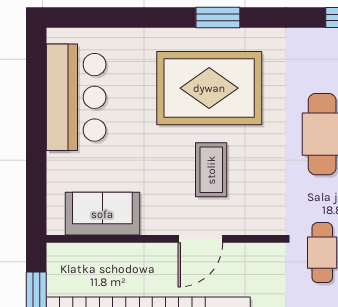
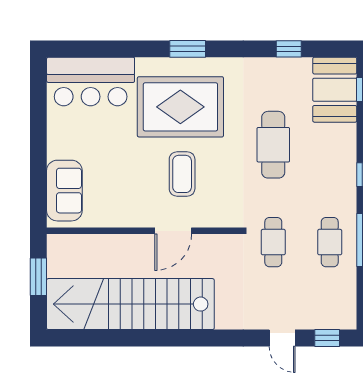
bar counter: (76, 97) -> (91, 82), moved, turned 90
sofa: (102, 214) -> (64, 191), moved, turned 90

